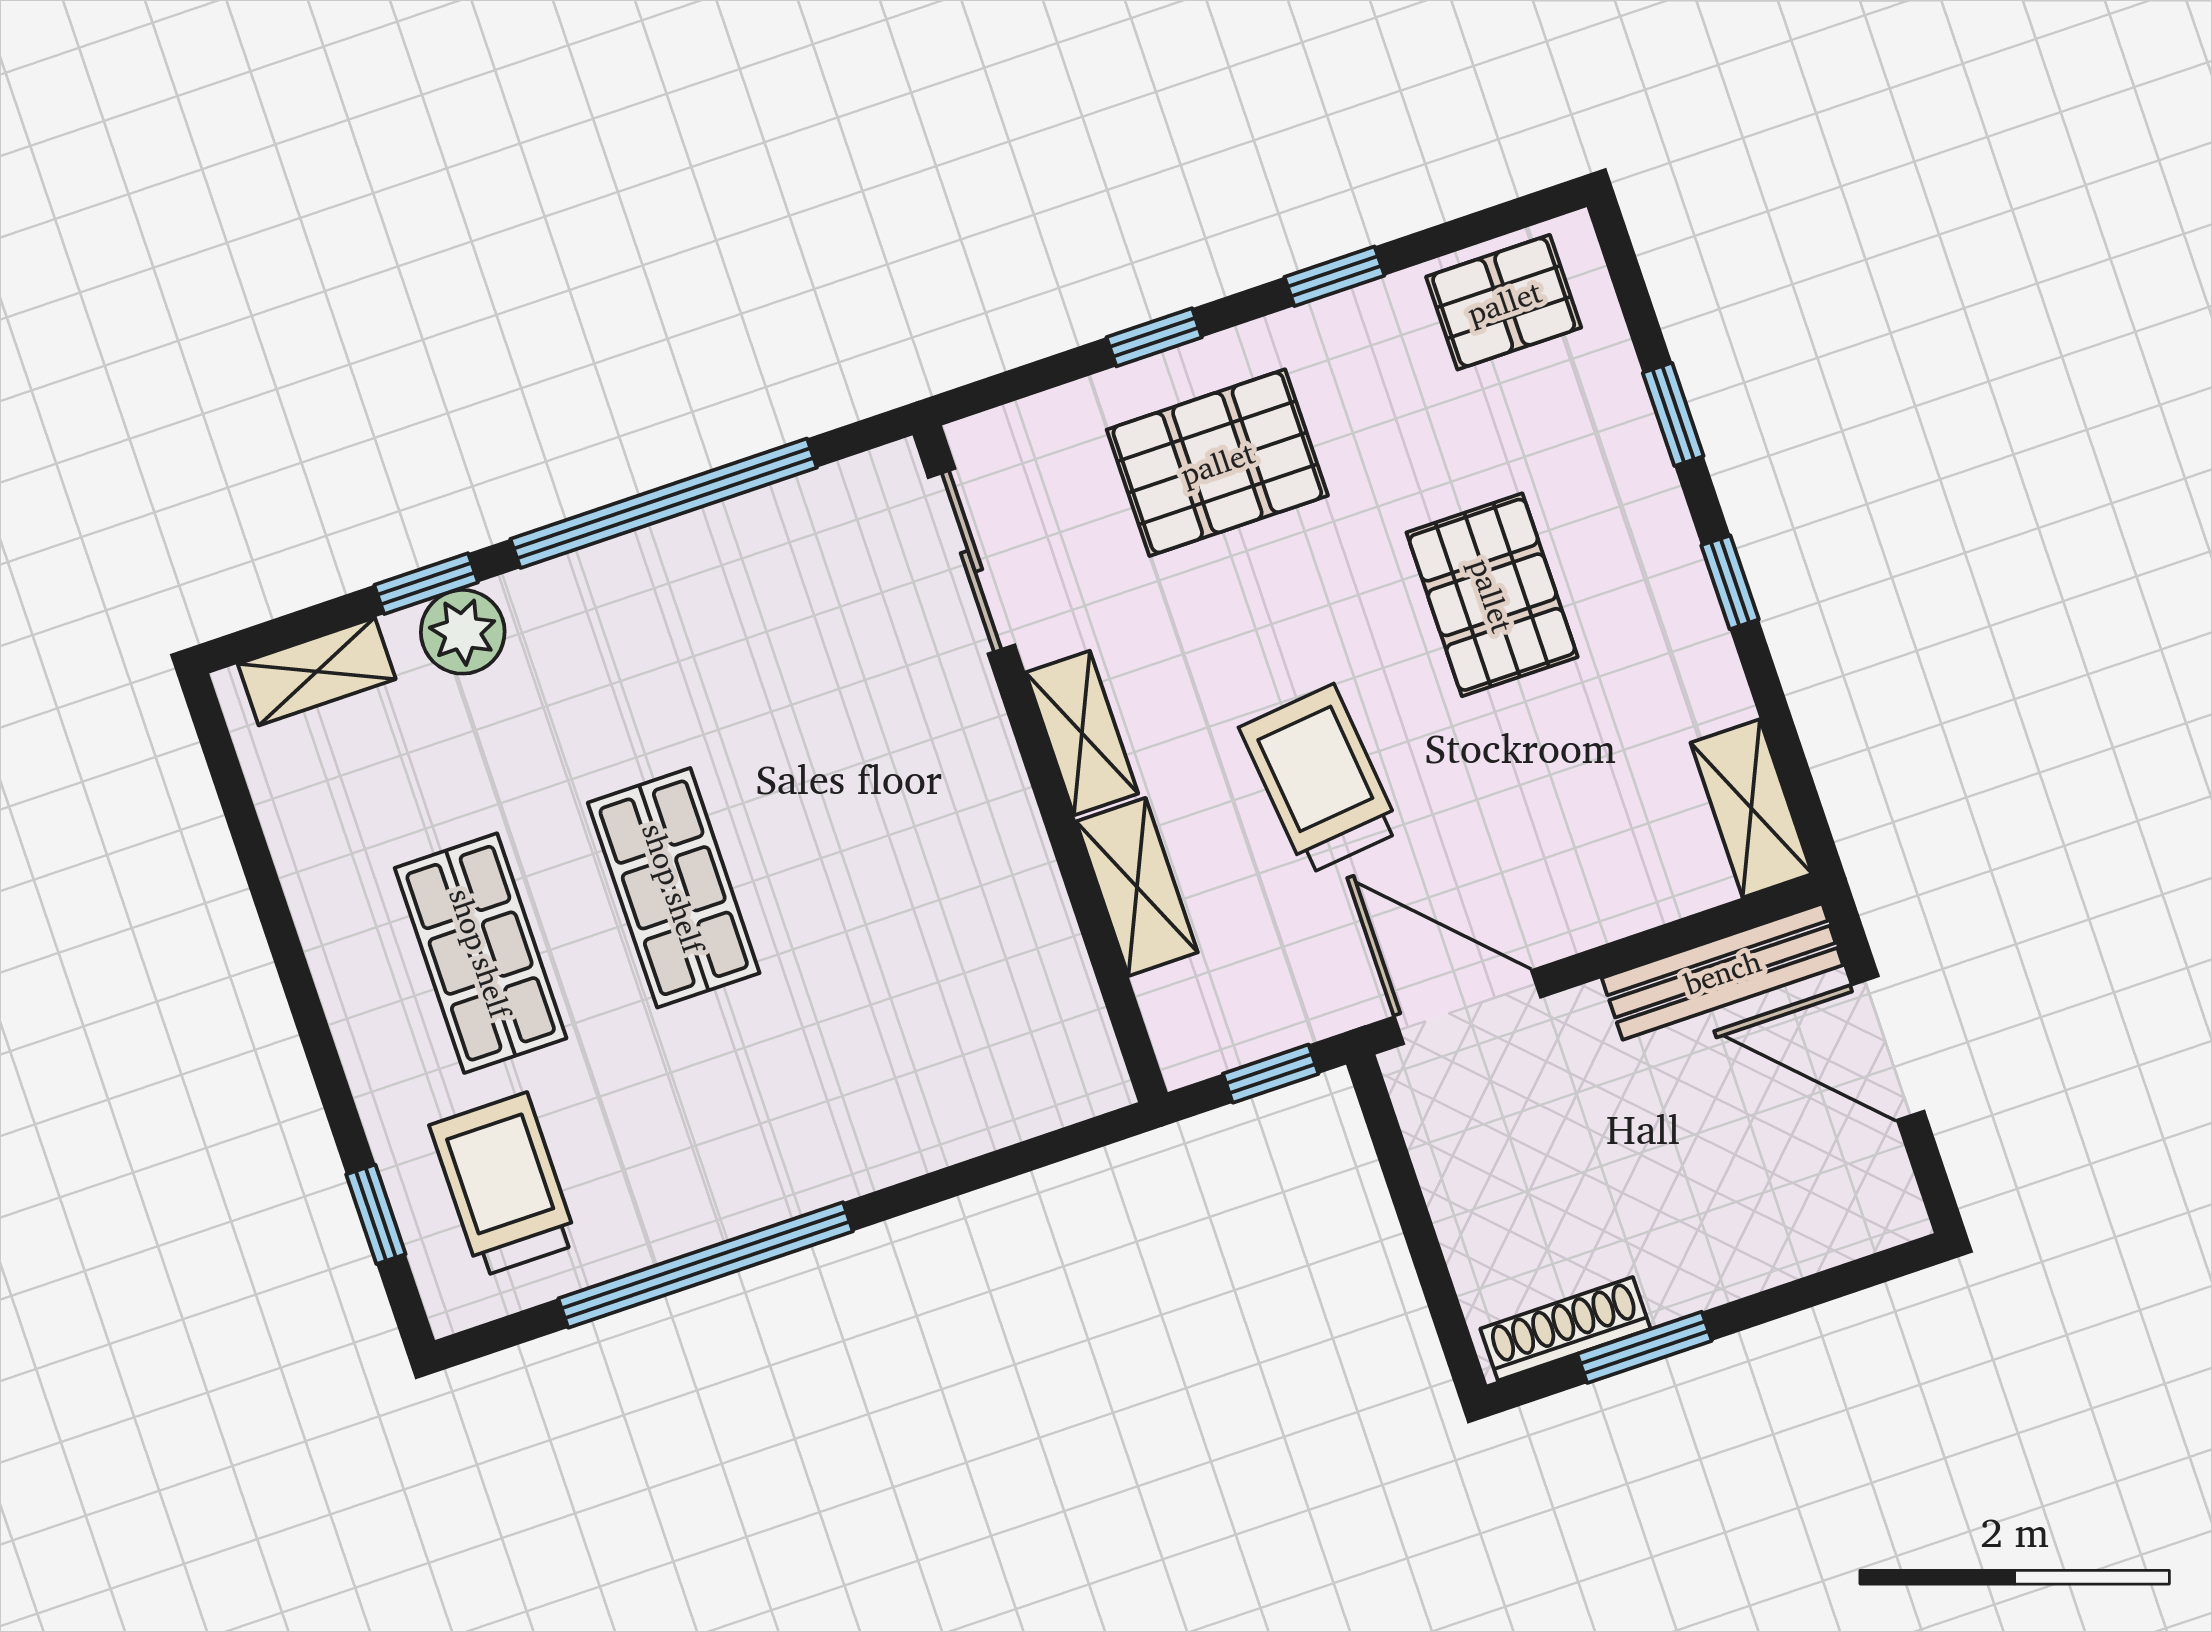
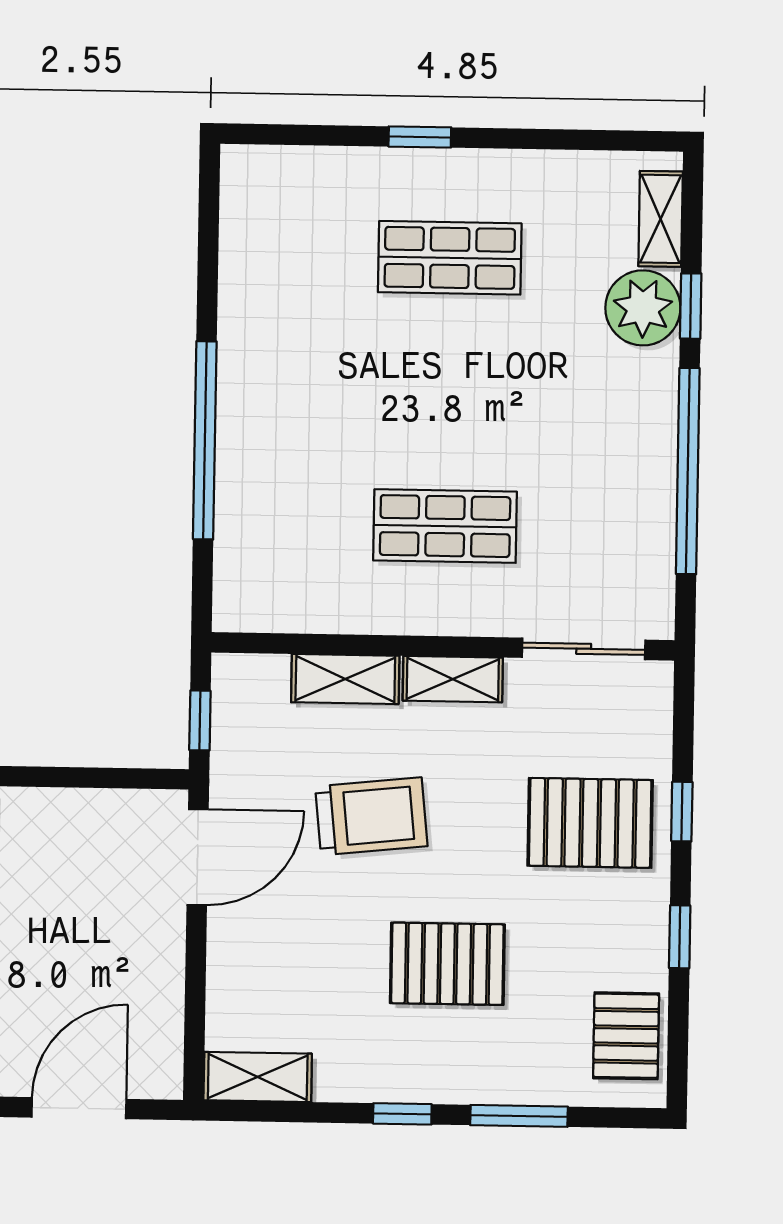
window: (1673, 414) -> (519, 1116), width x1.50
pallet: (1217, 463) -> (590, 823), turned 90
plant: (463, 632) -> (643, 308), width x1.36, depth x1.36
shop shelf: (674, 888) -> (445, 526), moved
bench: (1722, 972) -> (163, 1023), removed
trolley: (504, 1185) -> (301, 221), removed
window: (376, 1214) -> (420, 137), moved
window: (706, 1265) -> (205, 440), moved

